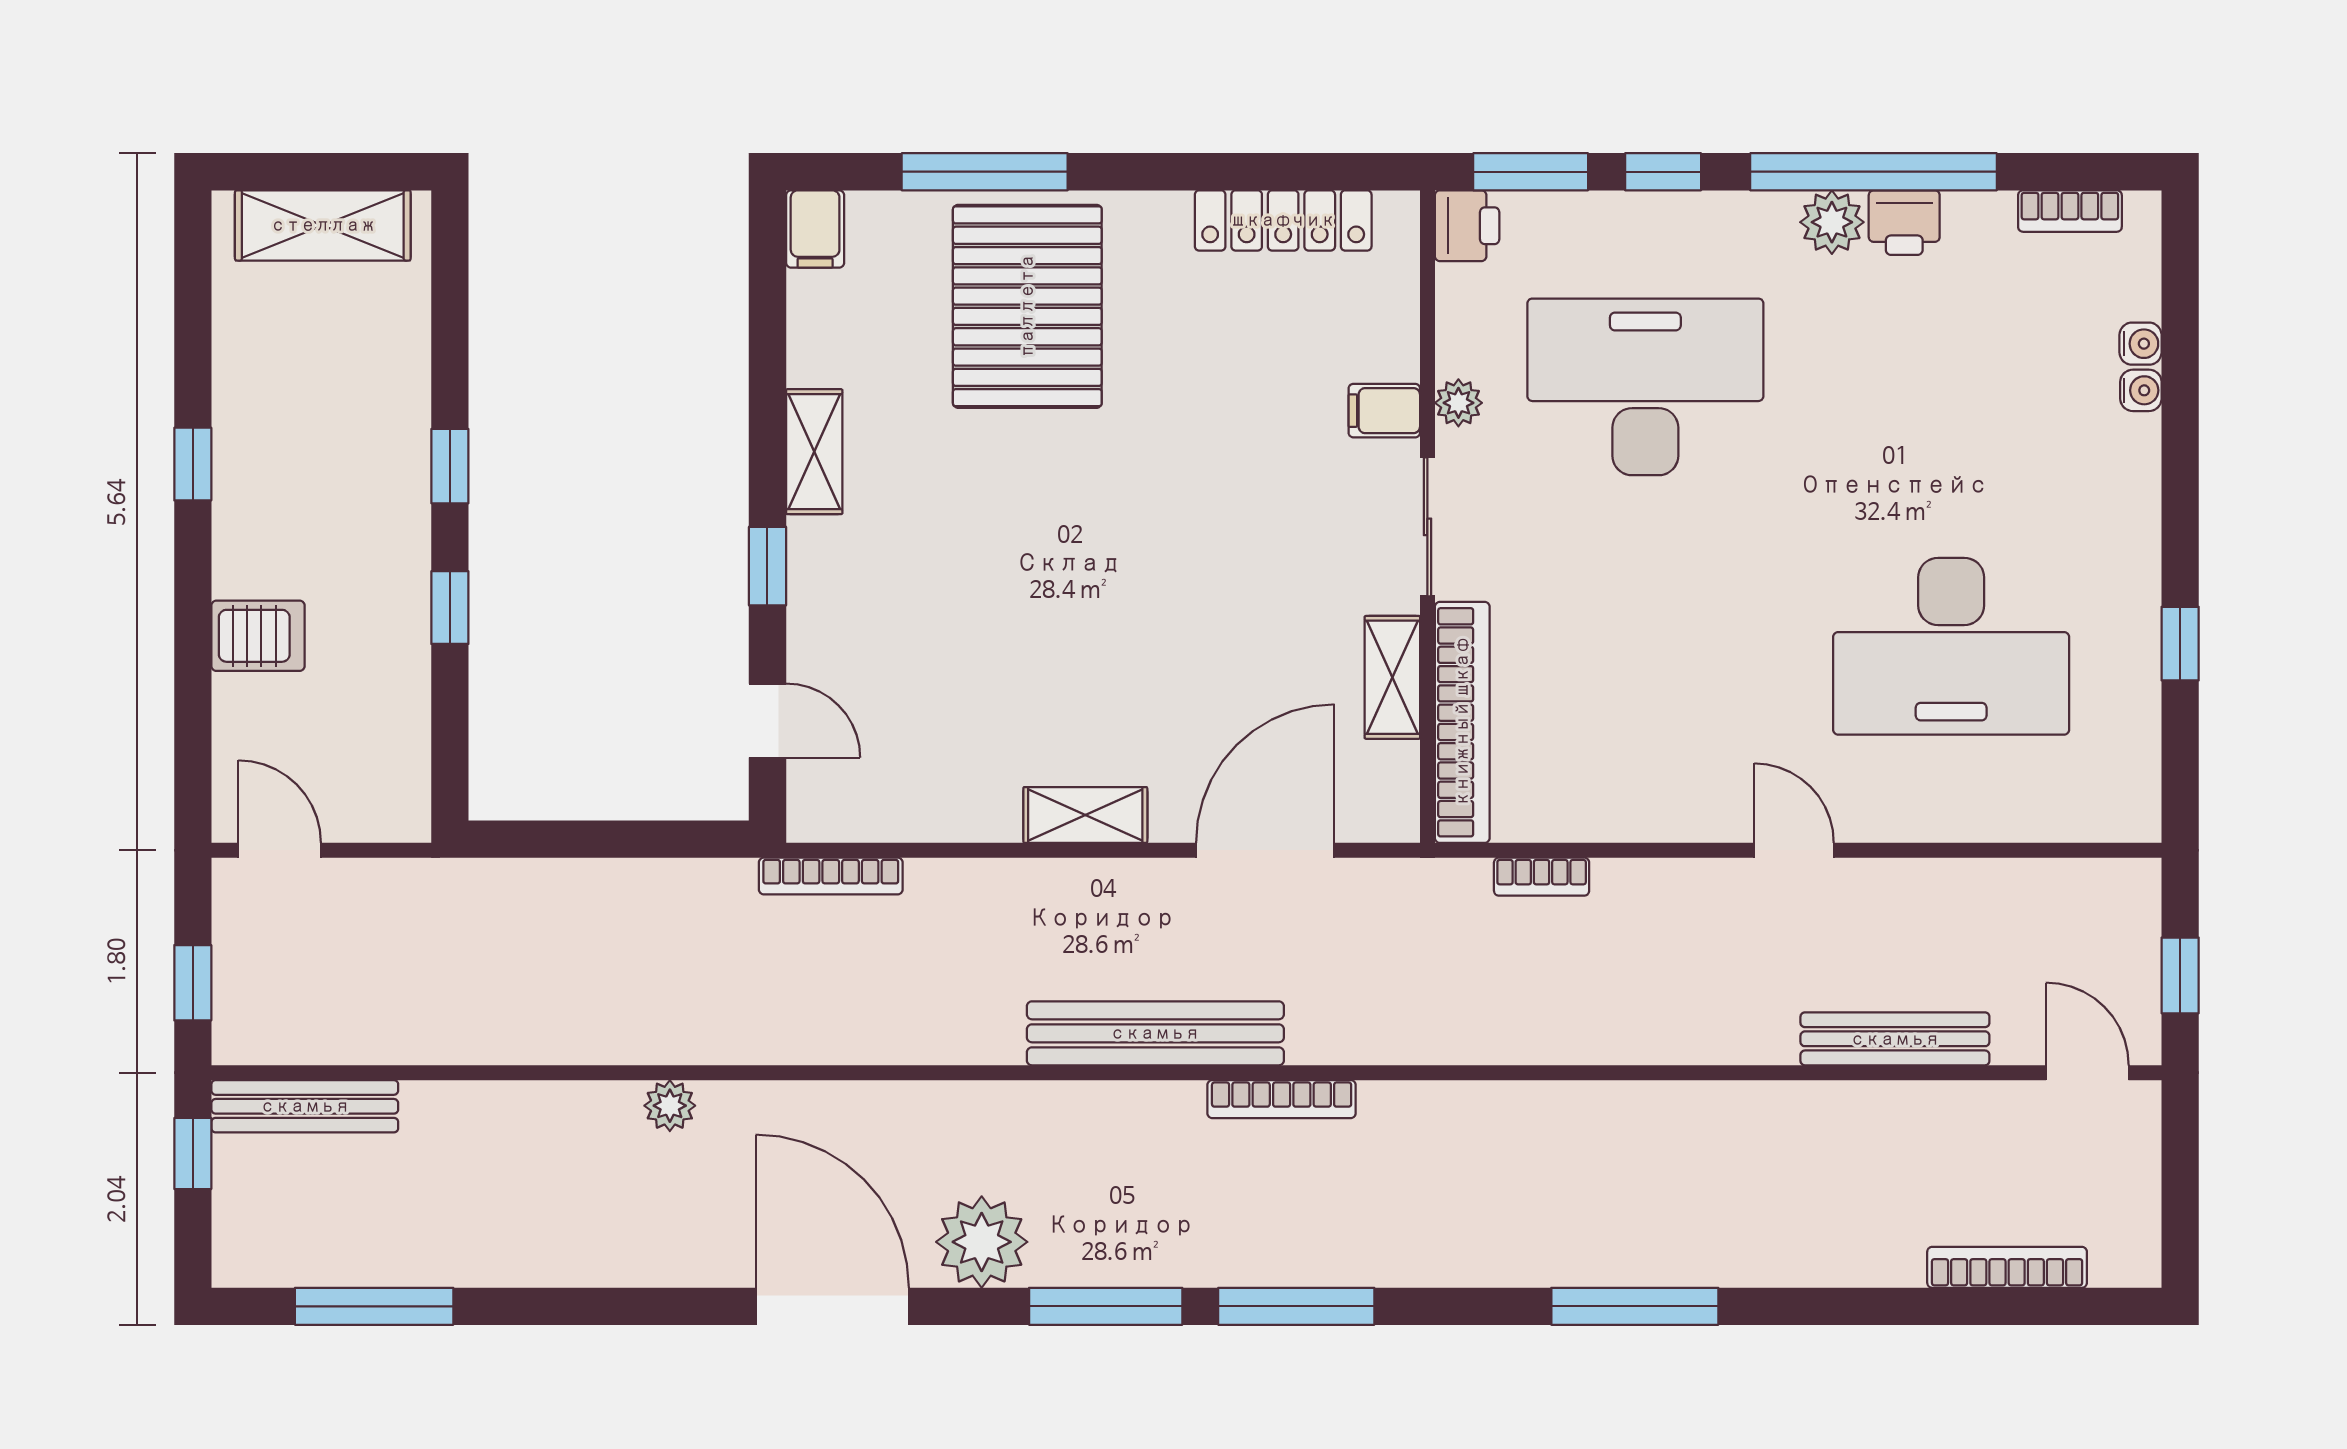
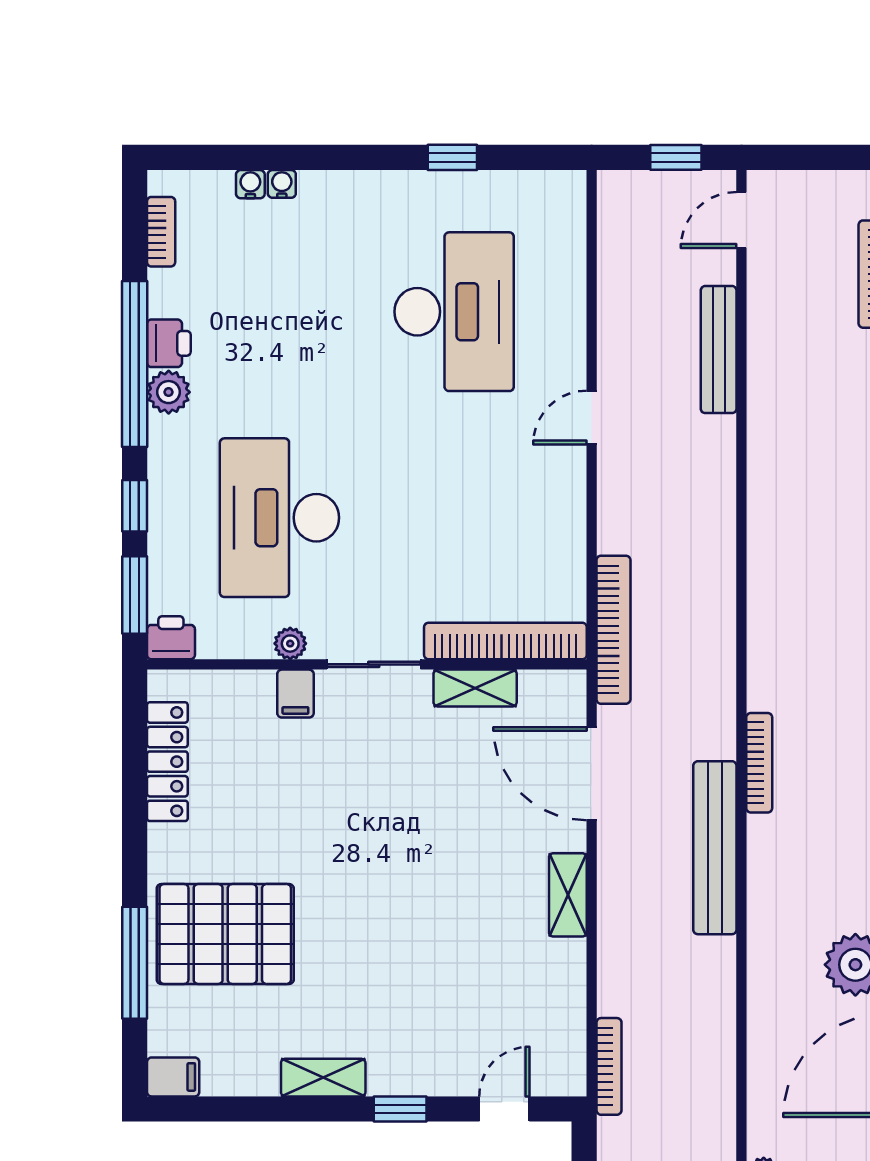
bookcase: (1542, 877) -> (613, 630), width x2.31, depth x1.31

